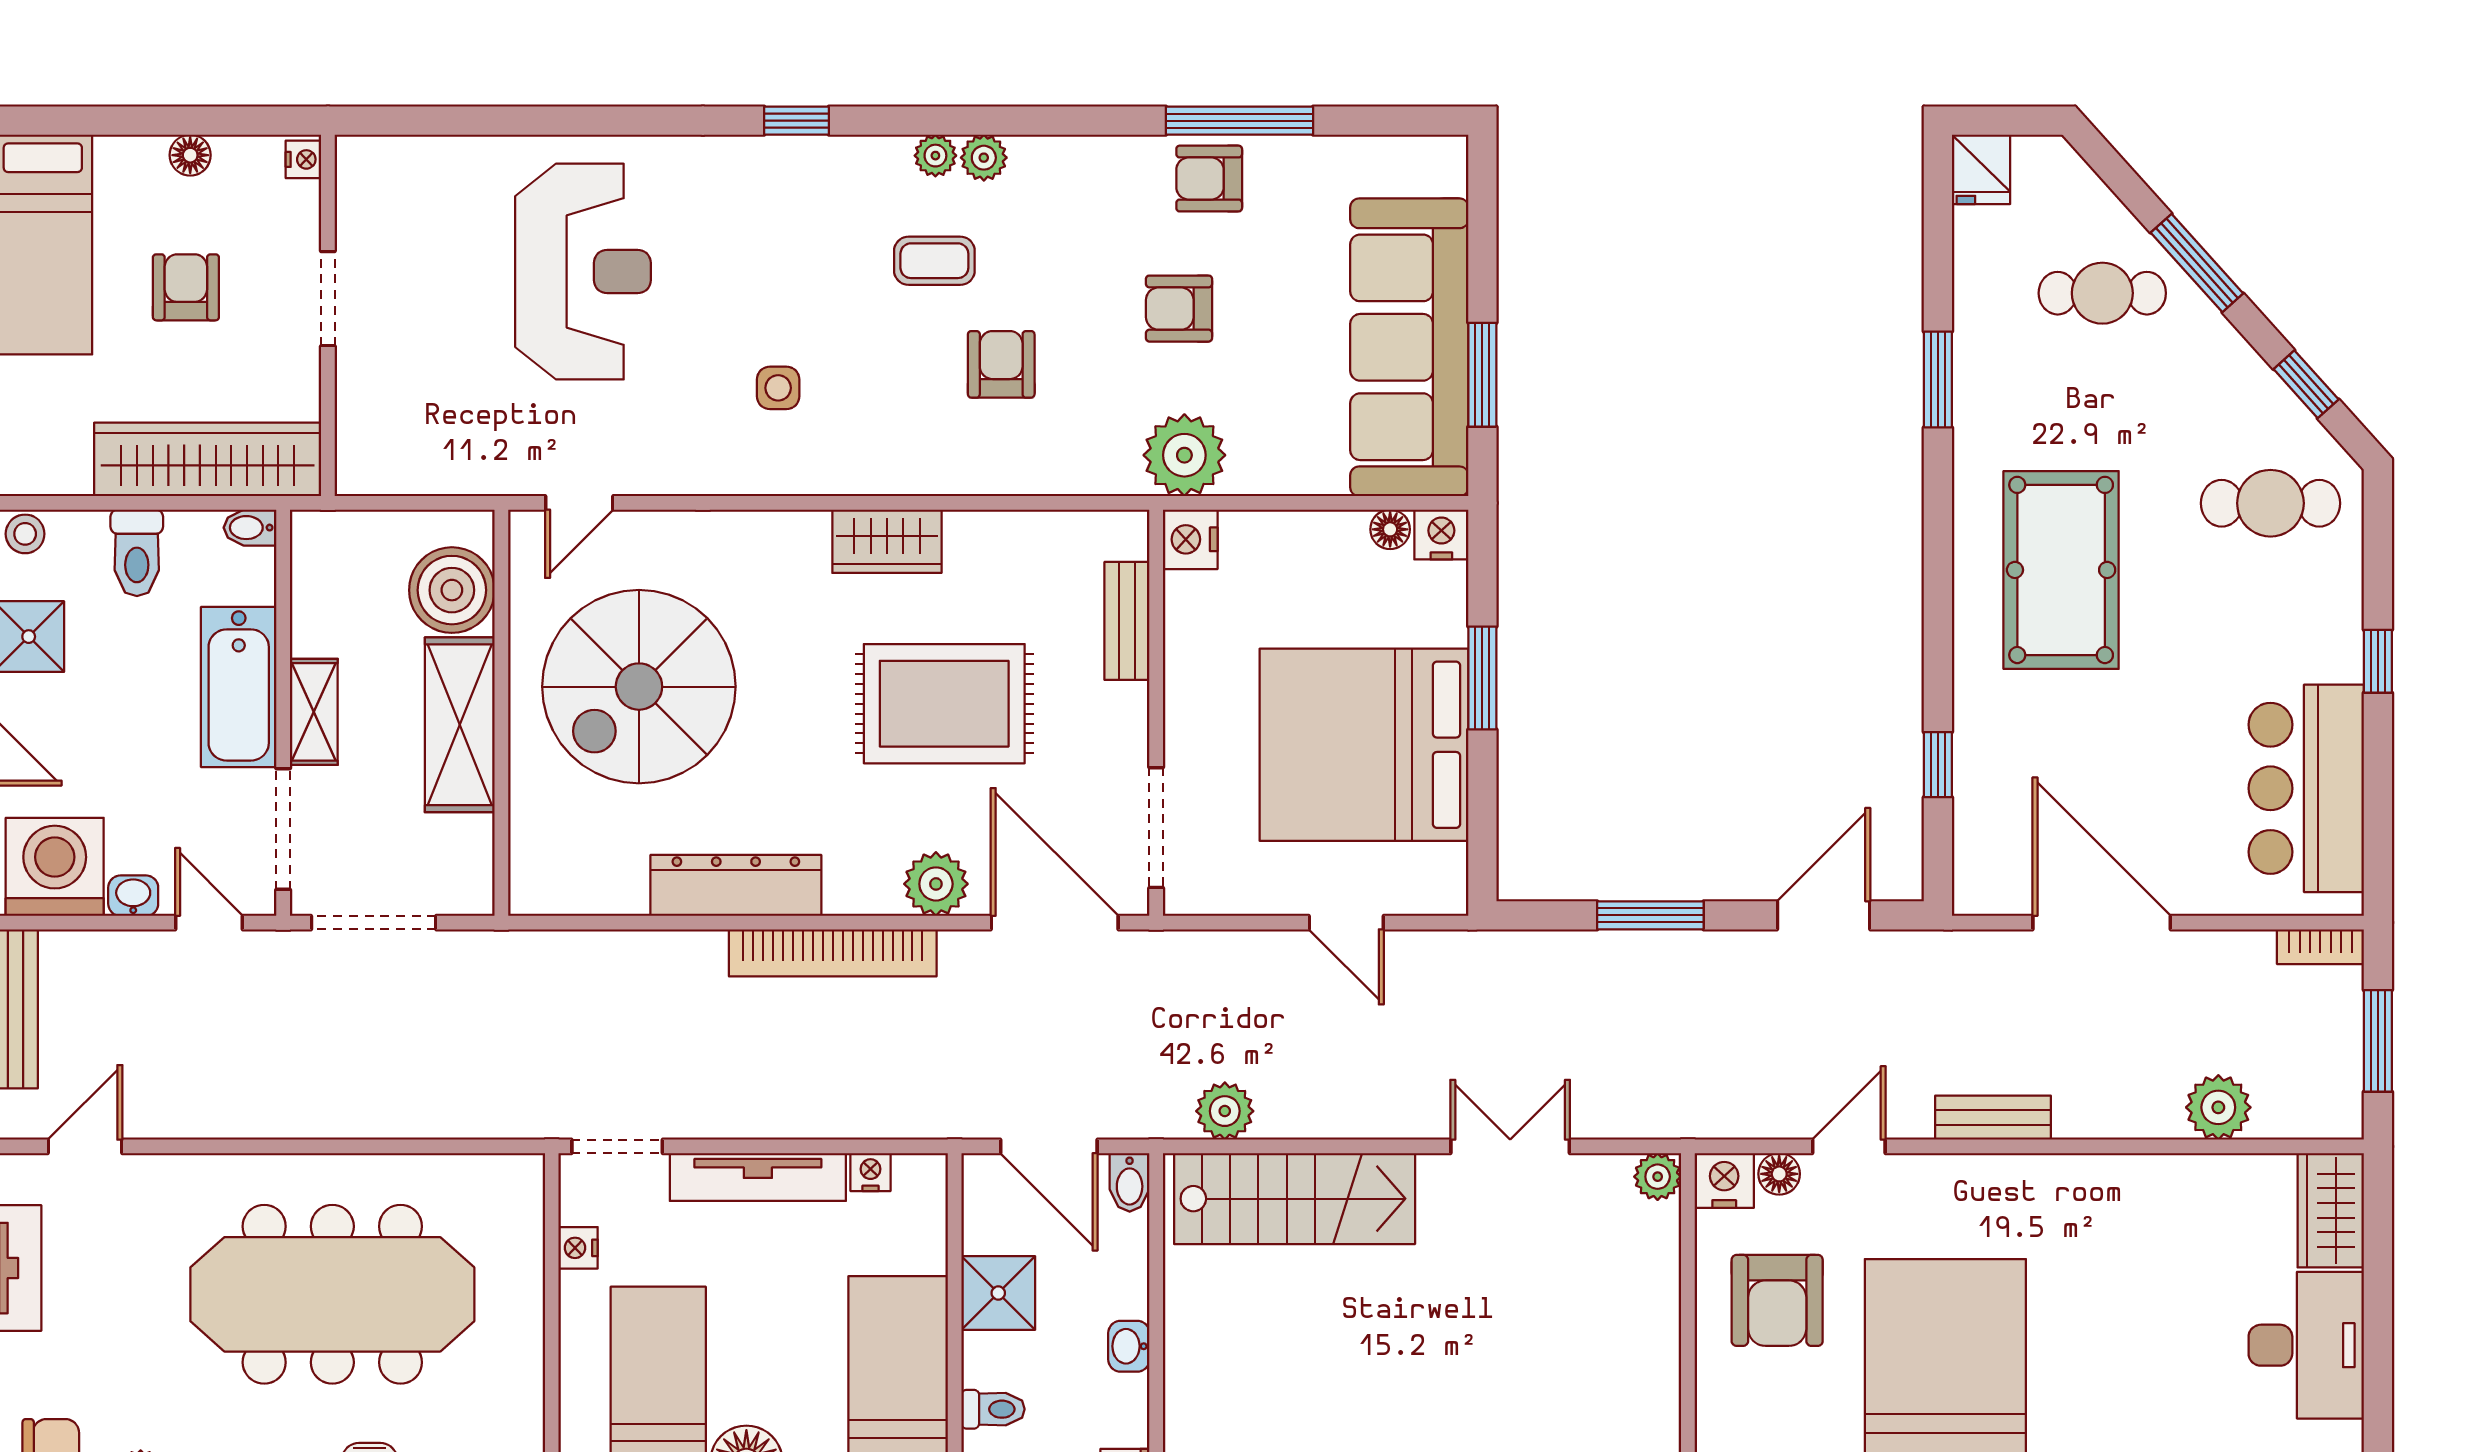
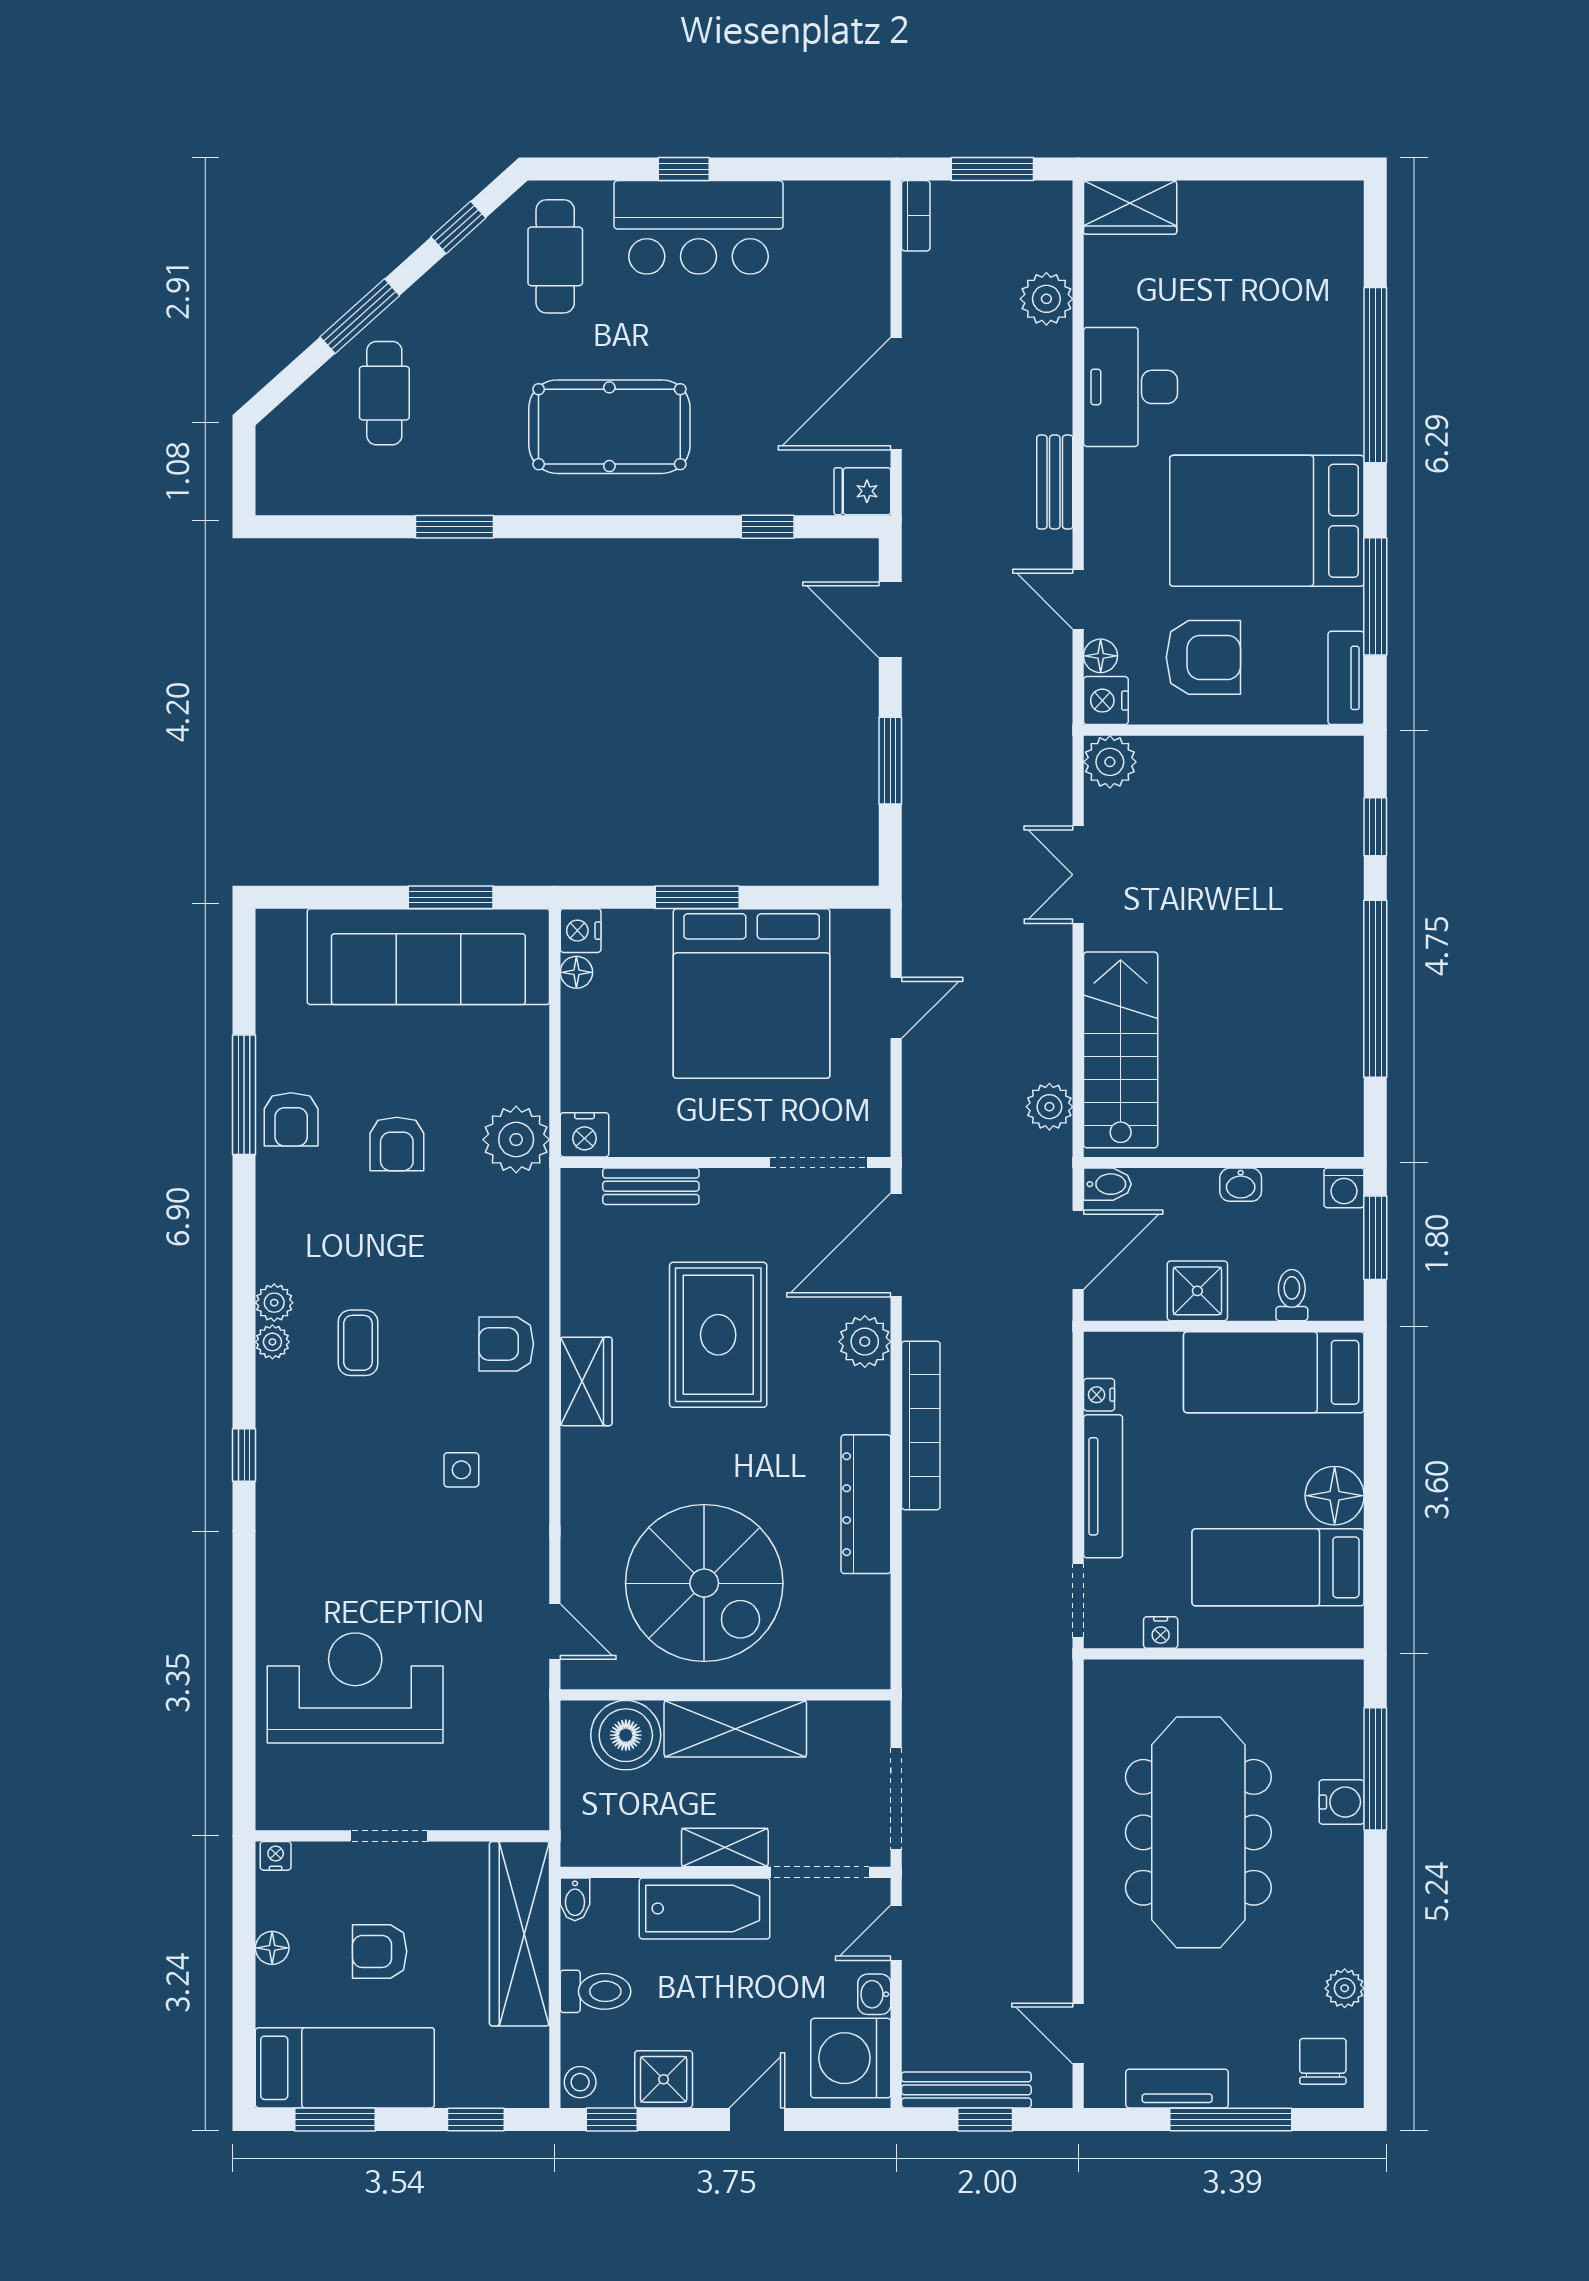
fridge: (1981, 169) -> (862, 491), moved, turned 180
reception desk: (583, 272) -> (355, 1688), moved
armchair: (1001, 364) -> (506, 1344), moved
bar counter: (2306, 788) -> (699, 227), moved
plant: (1658, 1177) -> (1110, 762), width x1.38, depth x1.38
desk: (2306, 1345) -> (1131, 387), moved, turned -90

